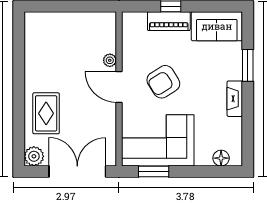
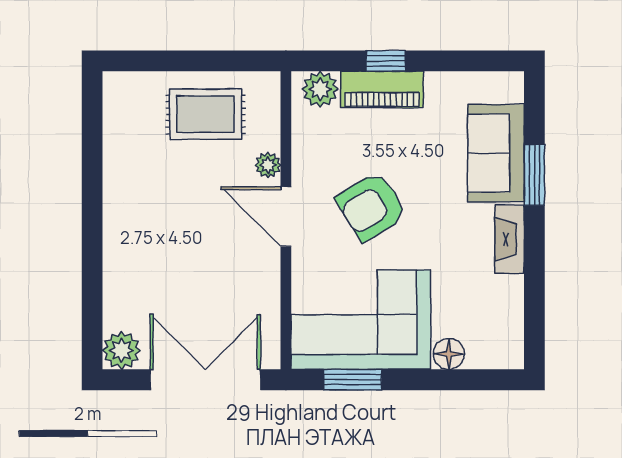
plant: (137, 21) -> (320, 89), added
sofa: (217, 26) -> (496, 153), moved, turned 90
rug: (46, 113) -> (206, 114), moved, turned 90
floor lamp: (221, 158) -> (449, 354), moved

